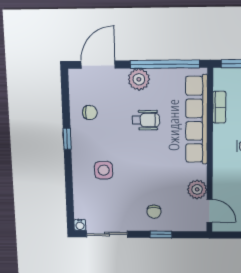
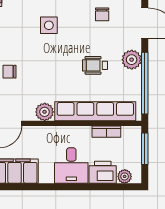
wheelchair: (146, 120) -> (95, 65), turned 90
plant: (197, 189) -> (45, 112), moved

